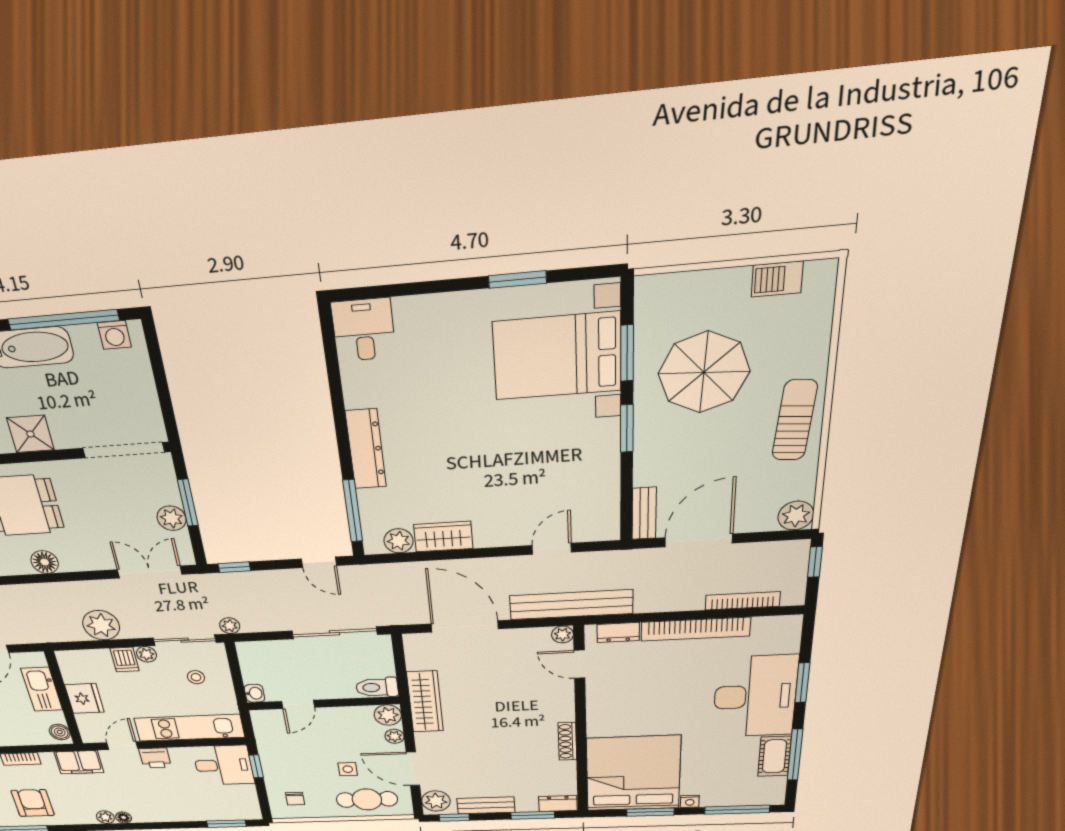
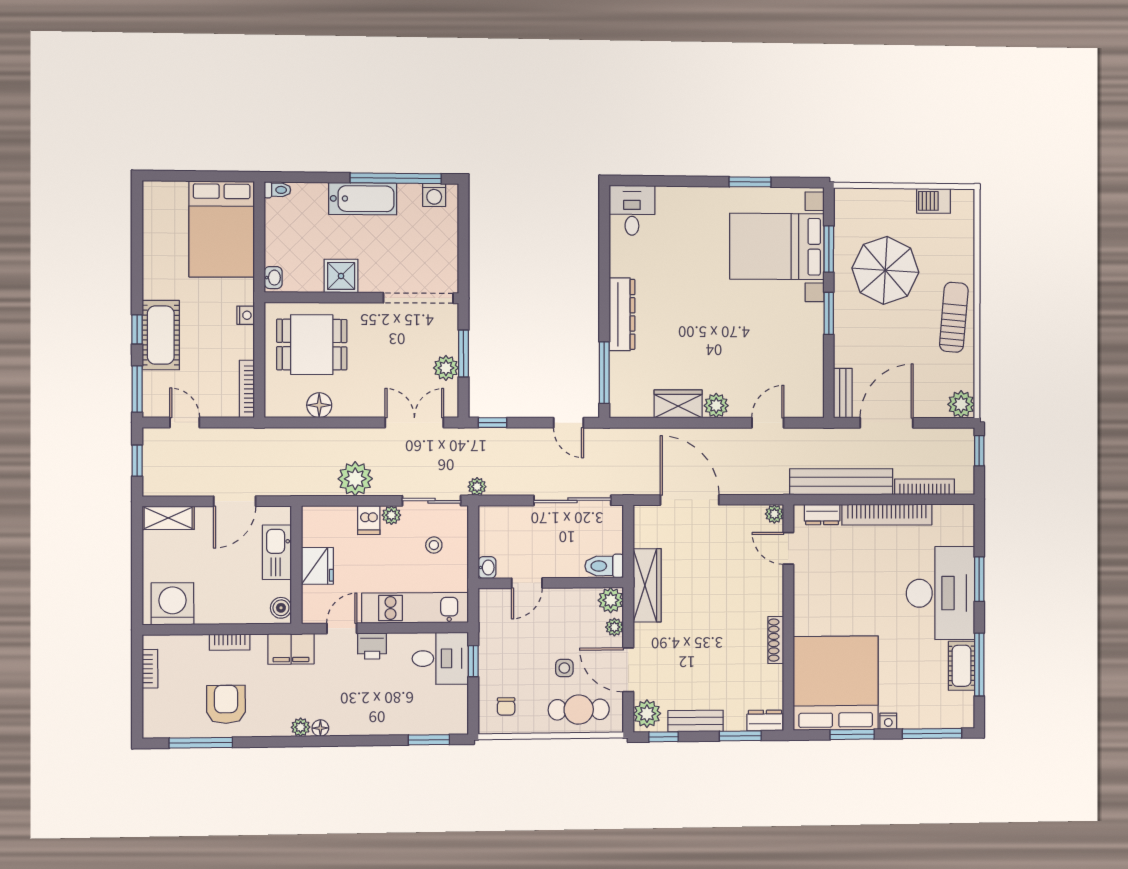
plant: (399, 541) -> (716, 406), moved
bench: (571, 605) -> (841, 482), moved

